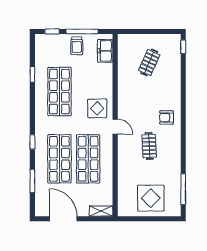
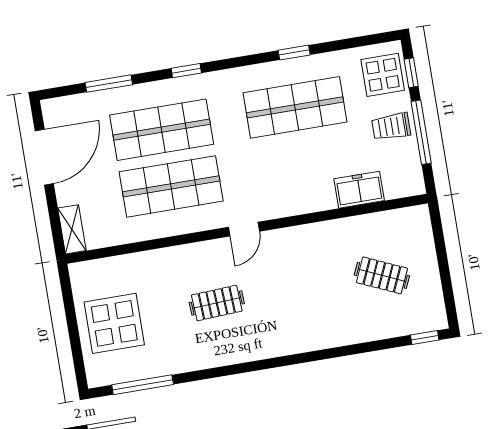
freezer: (105, 51) -> (359, 190), moved
window: (32, 74) -> (294, 53), moved
display table: (97, 108) -> (383, 75), moved
armchair: (167, 118) -> (279, 328), removed

